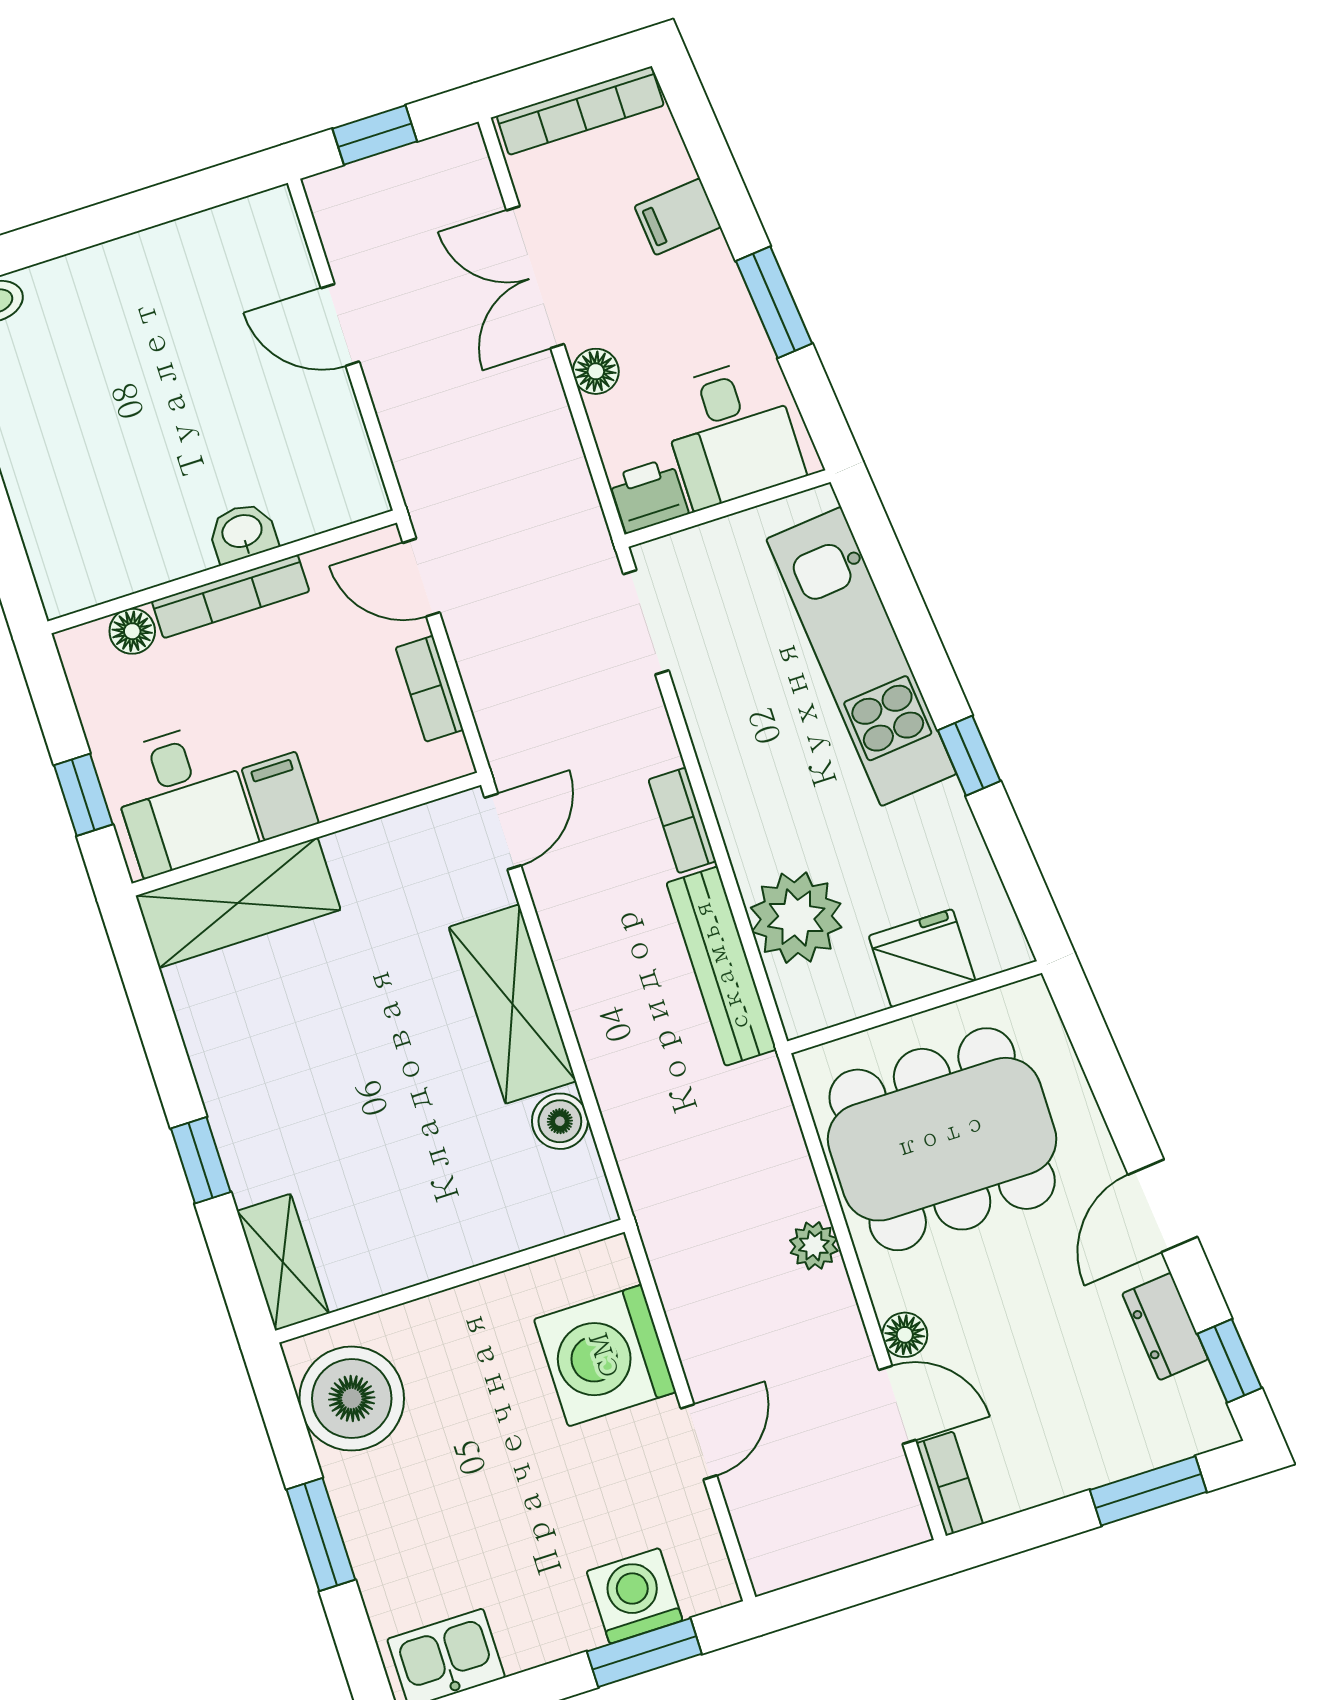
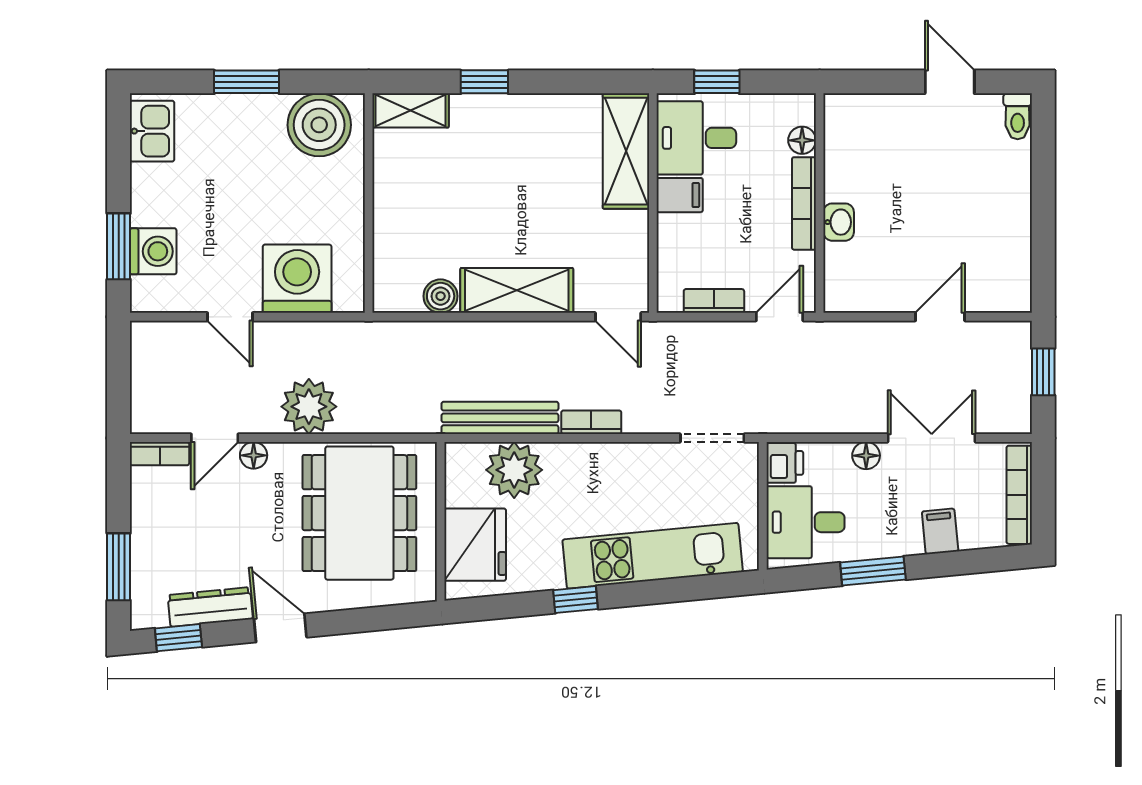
fridge: (922, 958) -> (475, 545), width x1.36, depth x1.34
plant: (814, 1246) -> (309, 407), width x1.88, depth x1.88
dresser: (1165, 1326) -> (210, 607), width x1.44

